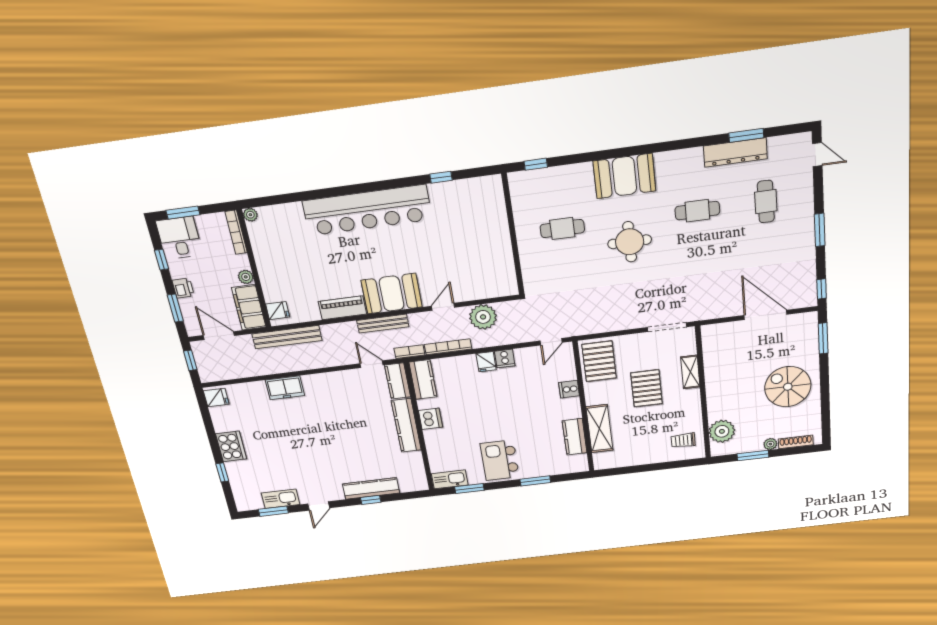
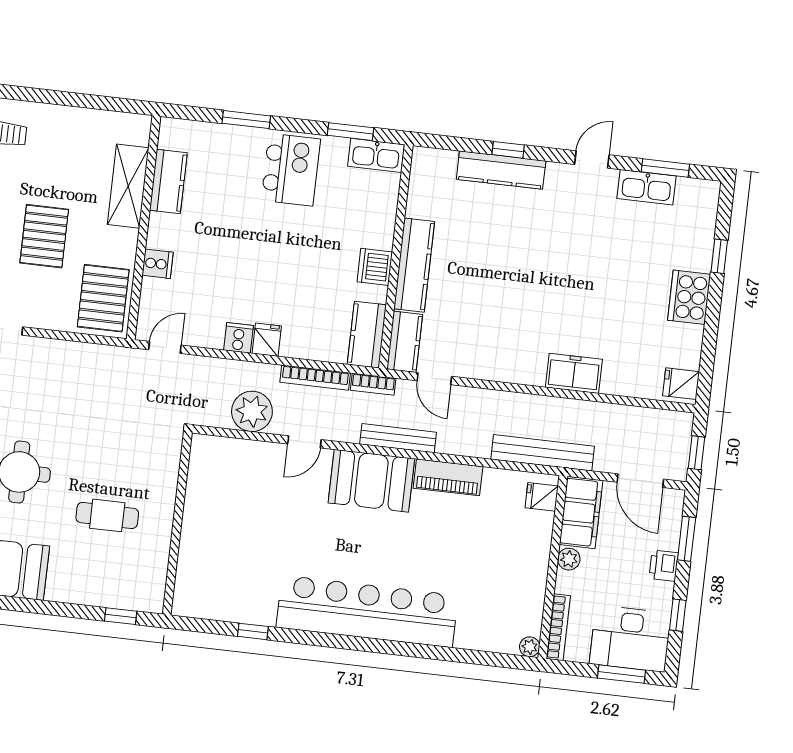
desk: (179, 238) -> (630, 639), width x1.37

